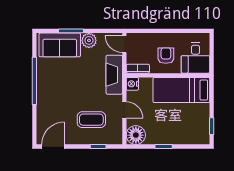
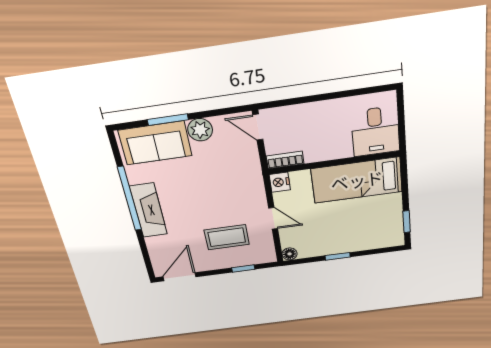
armchair: (166, 56) -> (327, 135), removed
fireplace: (114, 75) -> (148, 210), moved, turned 180
floor lamp: (136, 135) -> (290, 254), width x0.53, depth x0.53

